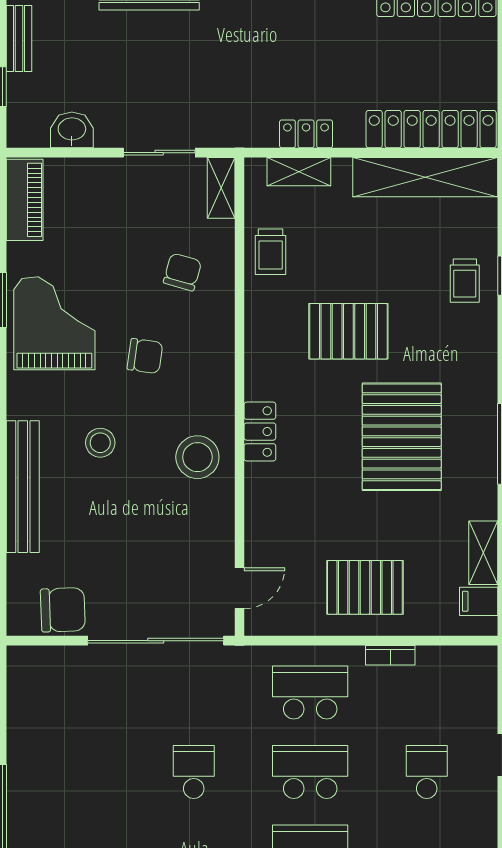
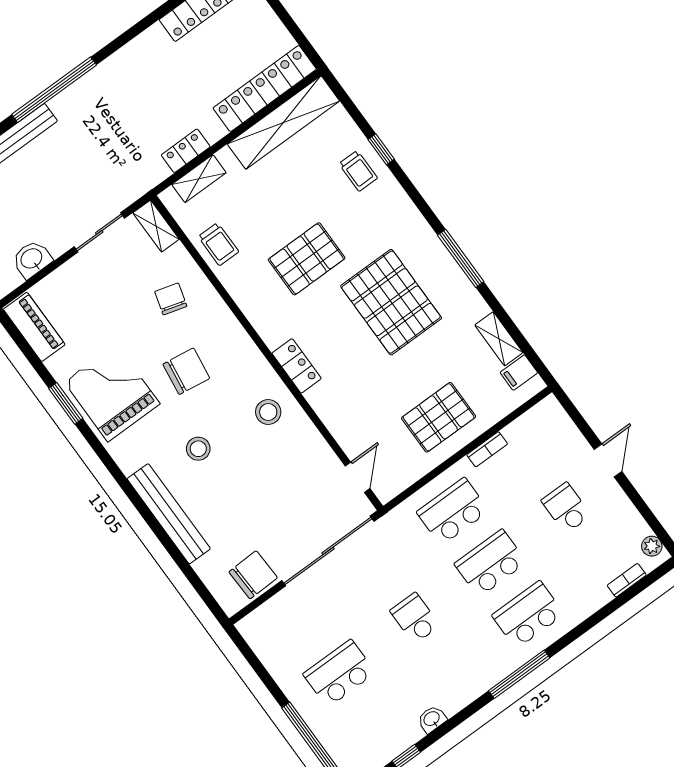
chair: (145, 356) -> (186, 371), width x1.37, depth x1.37
stool: (197, 457) -> (268, 412), width x0.73, depth x0.73
school desk: (77, 772) -> (339, 673), added

